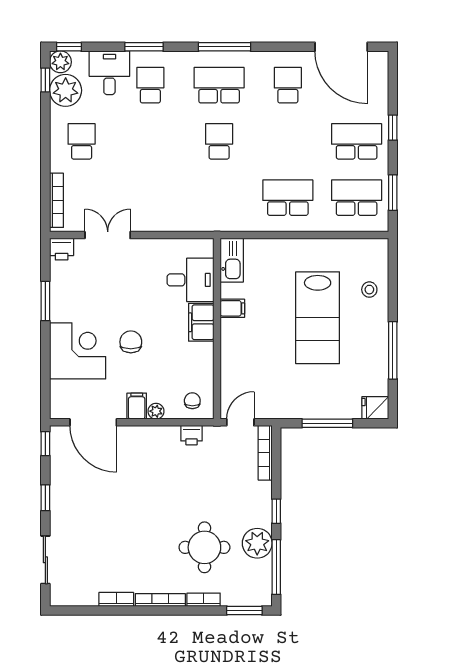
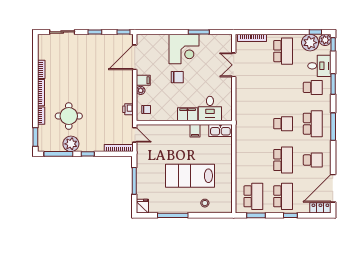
locker: (379, 71) -> (320, 208), added
school desk: (82, 141) -> (283, 51), width x1.85
school desk: (288, 198) -> (283, 160), moved
double door: (108, 235) -> (234, 65), swing flipped
printer: (62, 249) -> (226, 41), removed
corner desk: (78, 351) -> (184, 49), moved

